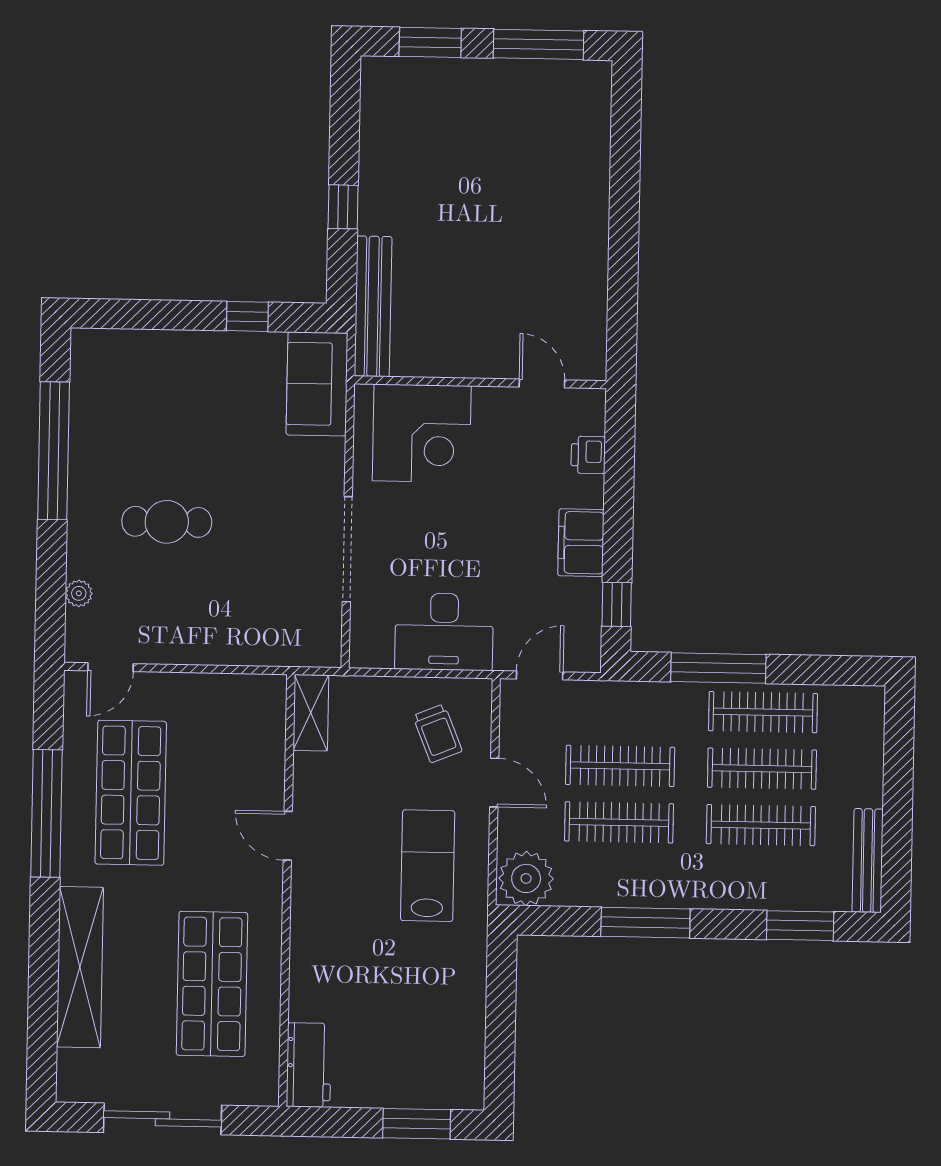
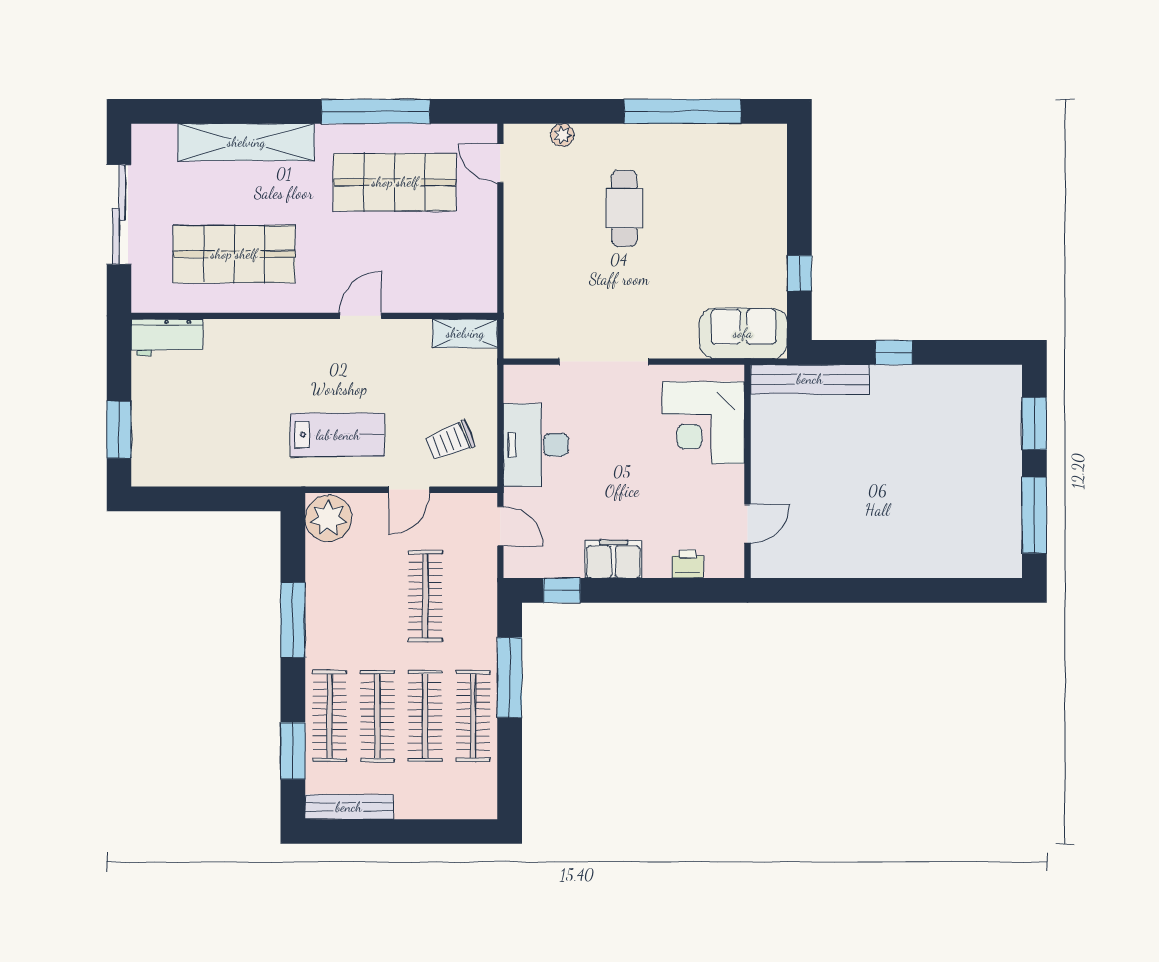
clothes rail: (619, 822) -> (330, 716), moved

